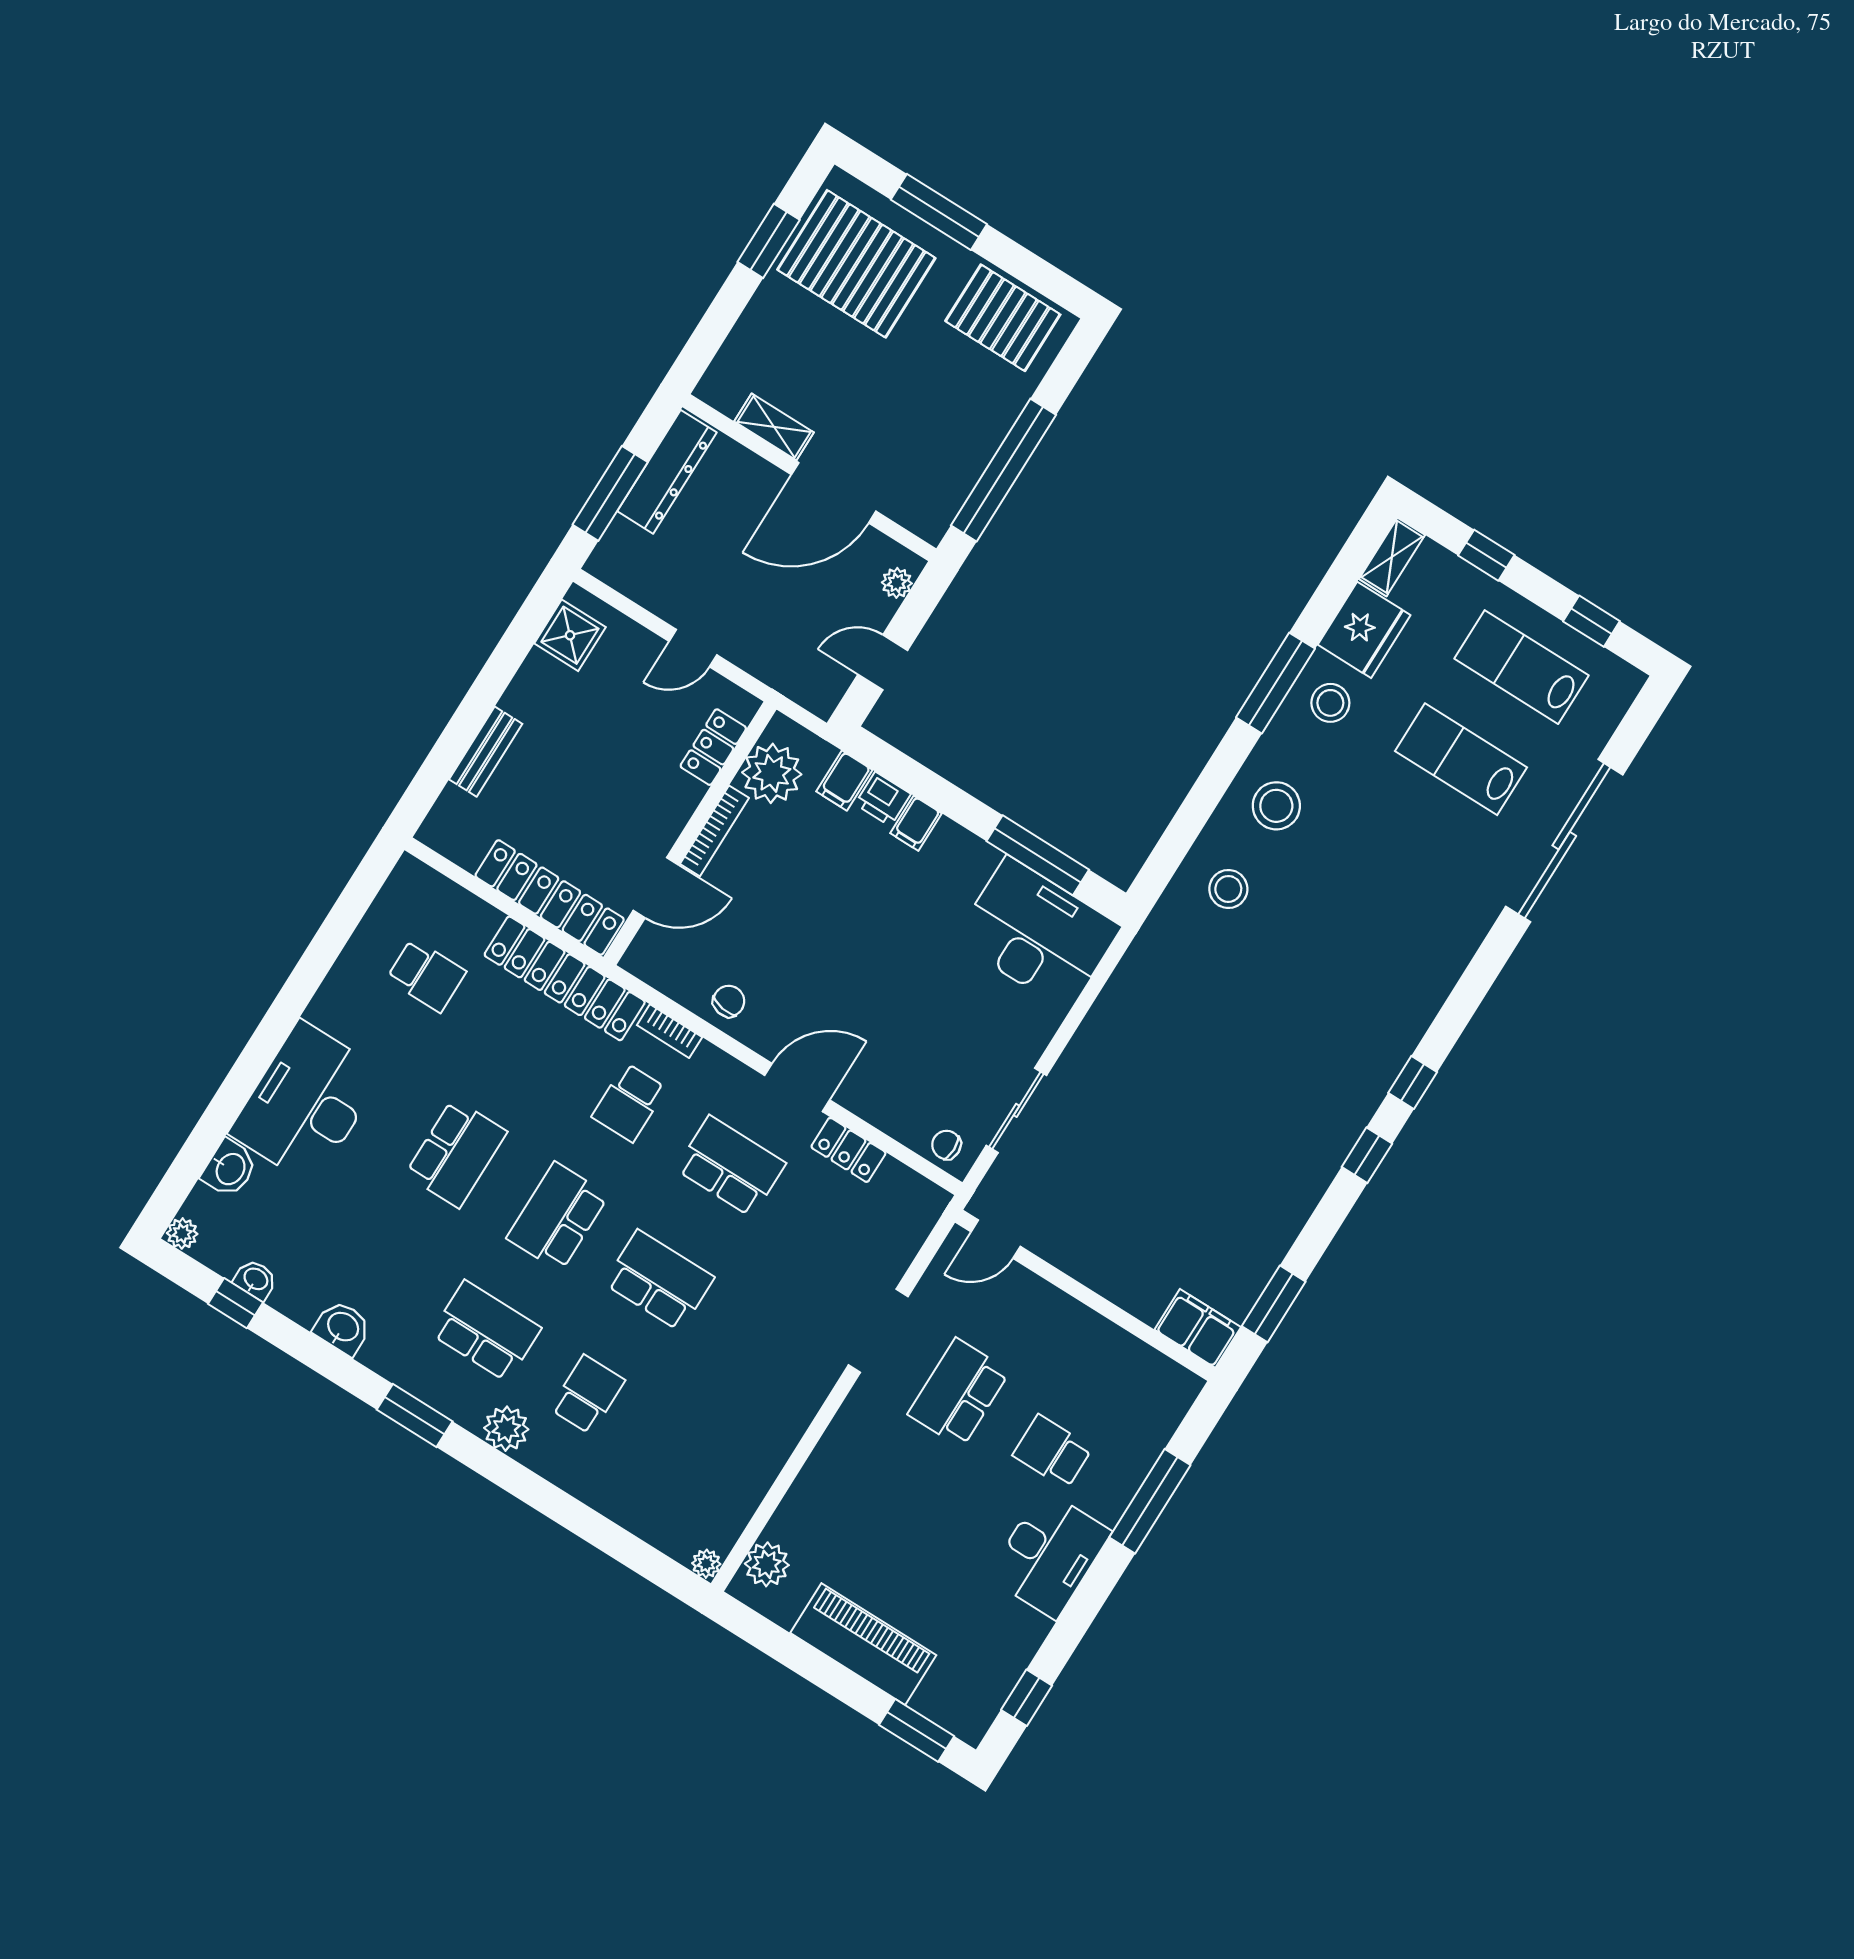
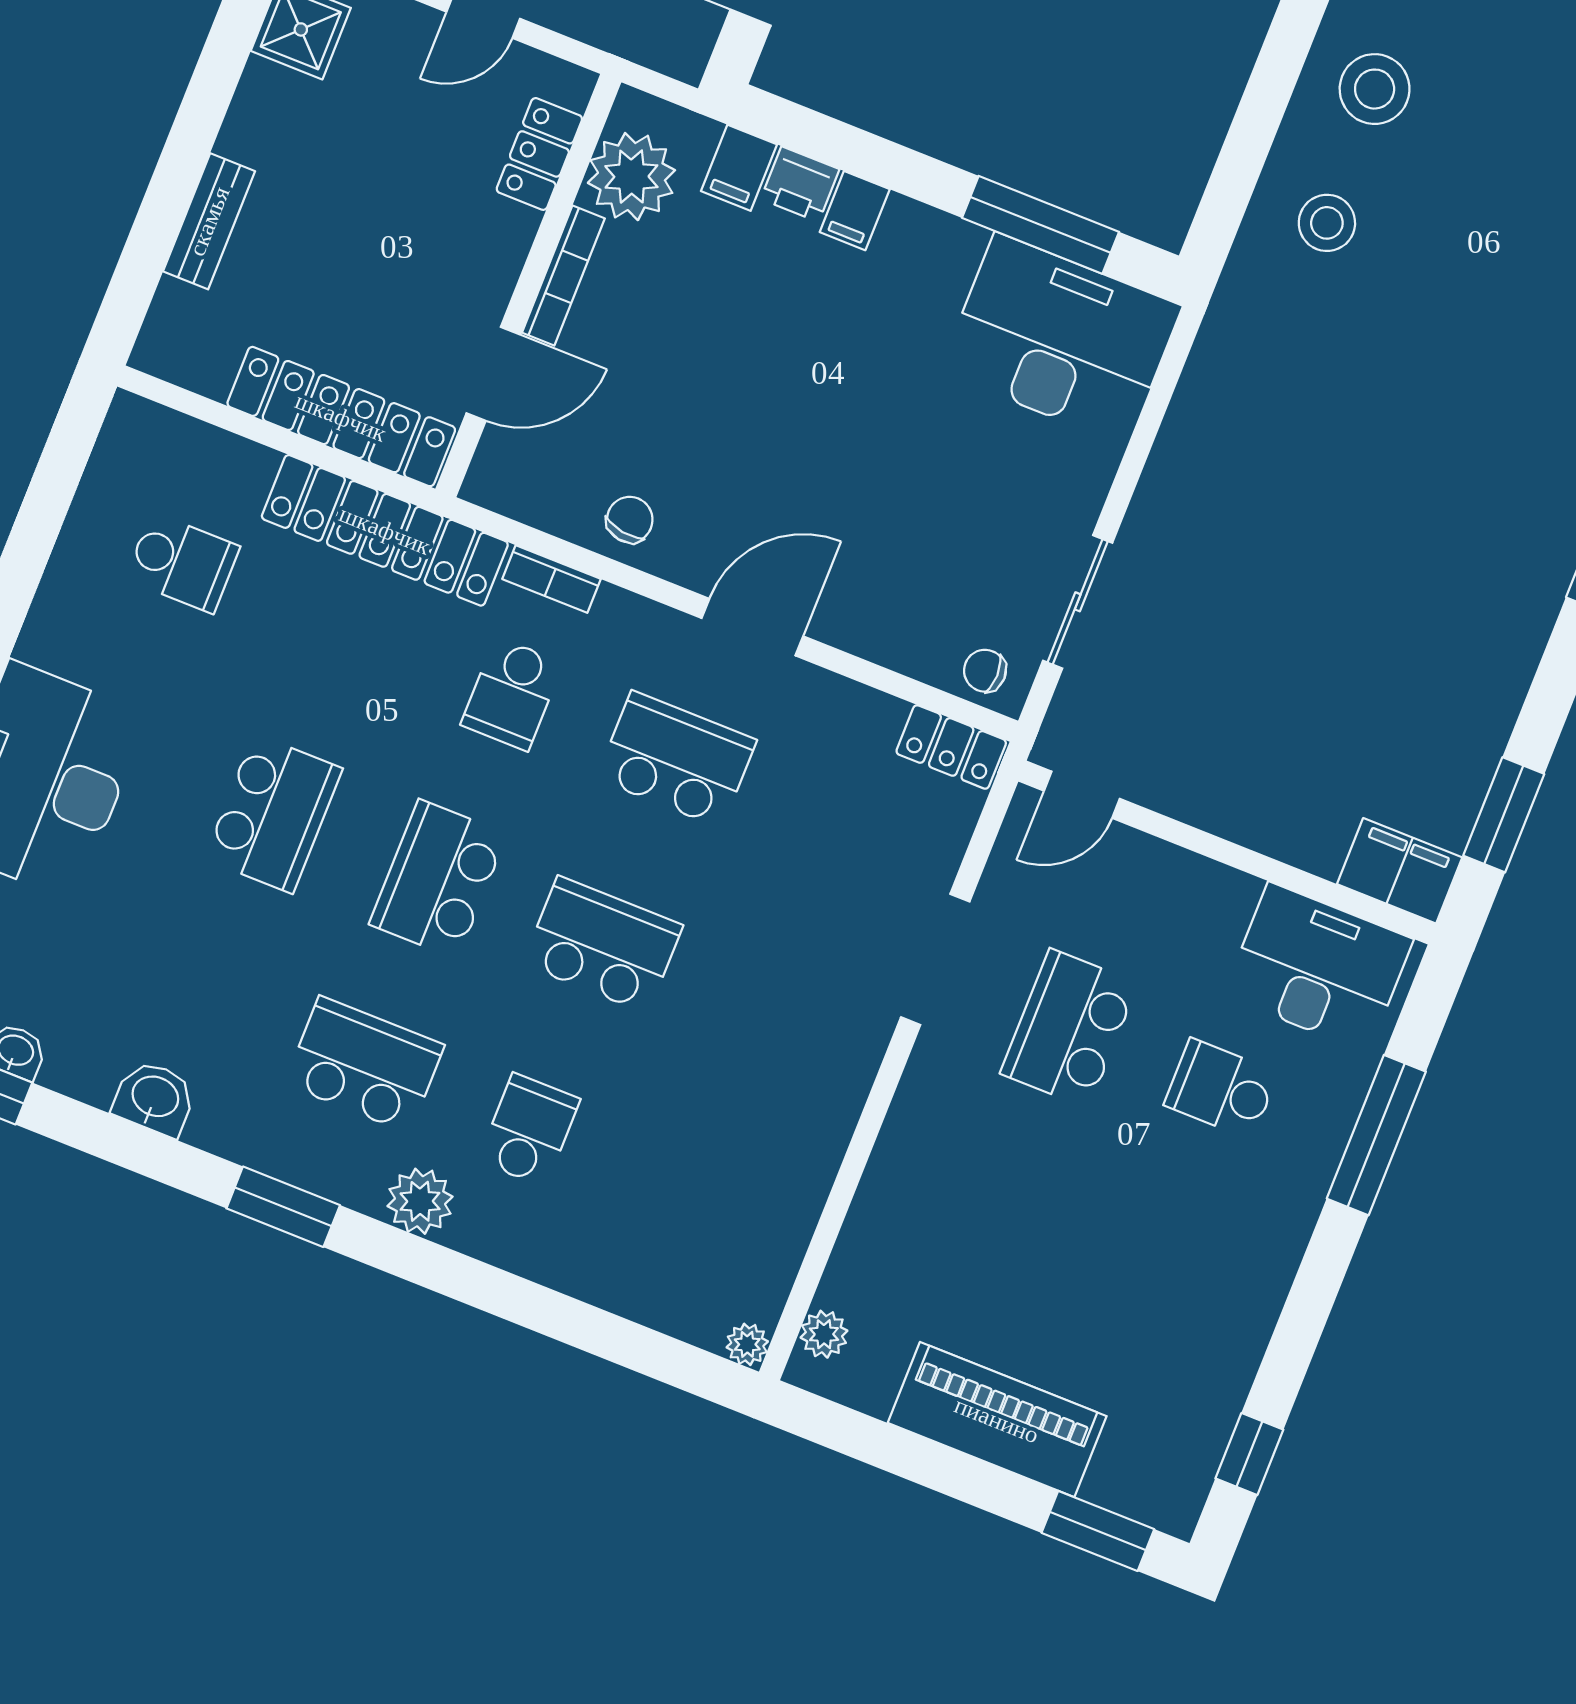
locker: (848, 1150) -> (951, 747), moved
desk: (1049, 1554) -> (1318, 967), moved, turned -90
plant: (767, 1564) -> (824, 1334), width x0.73, depth x0.73

